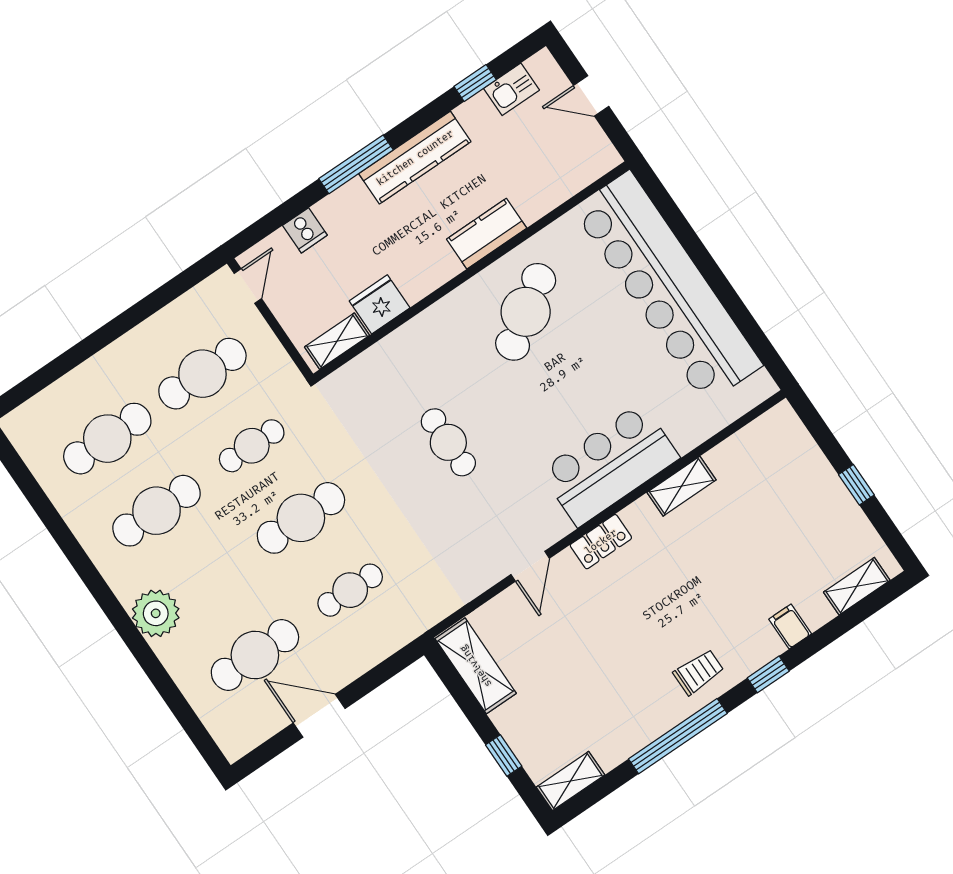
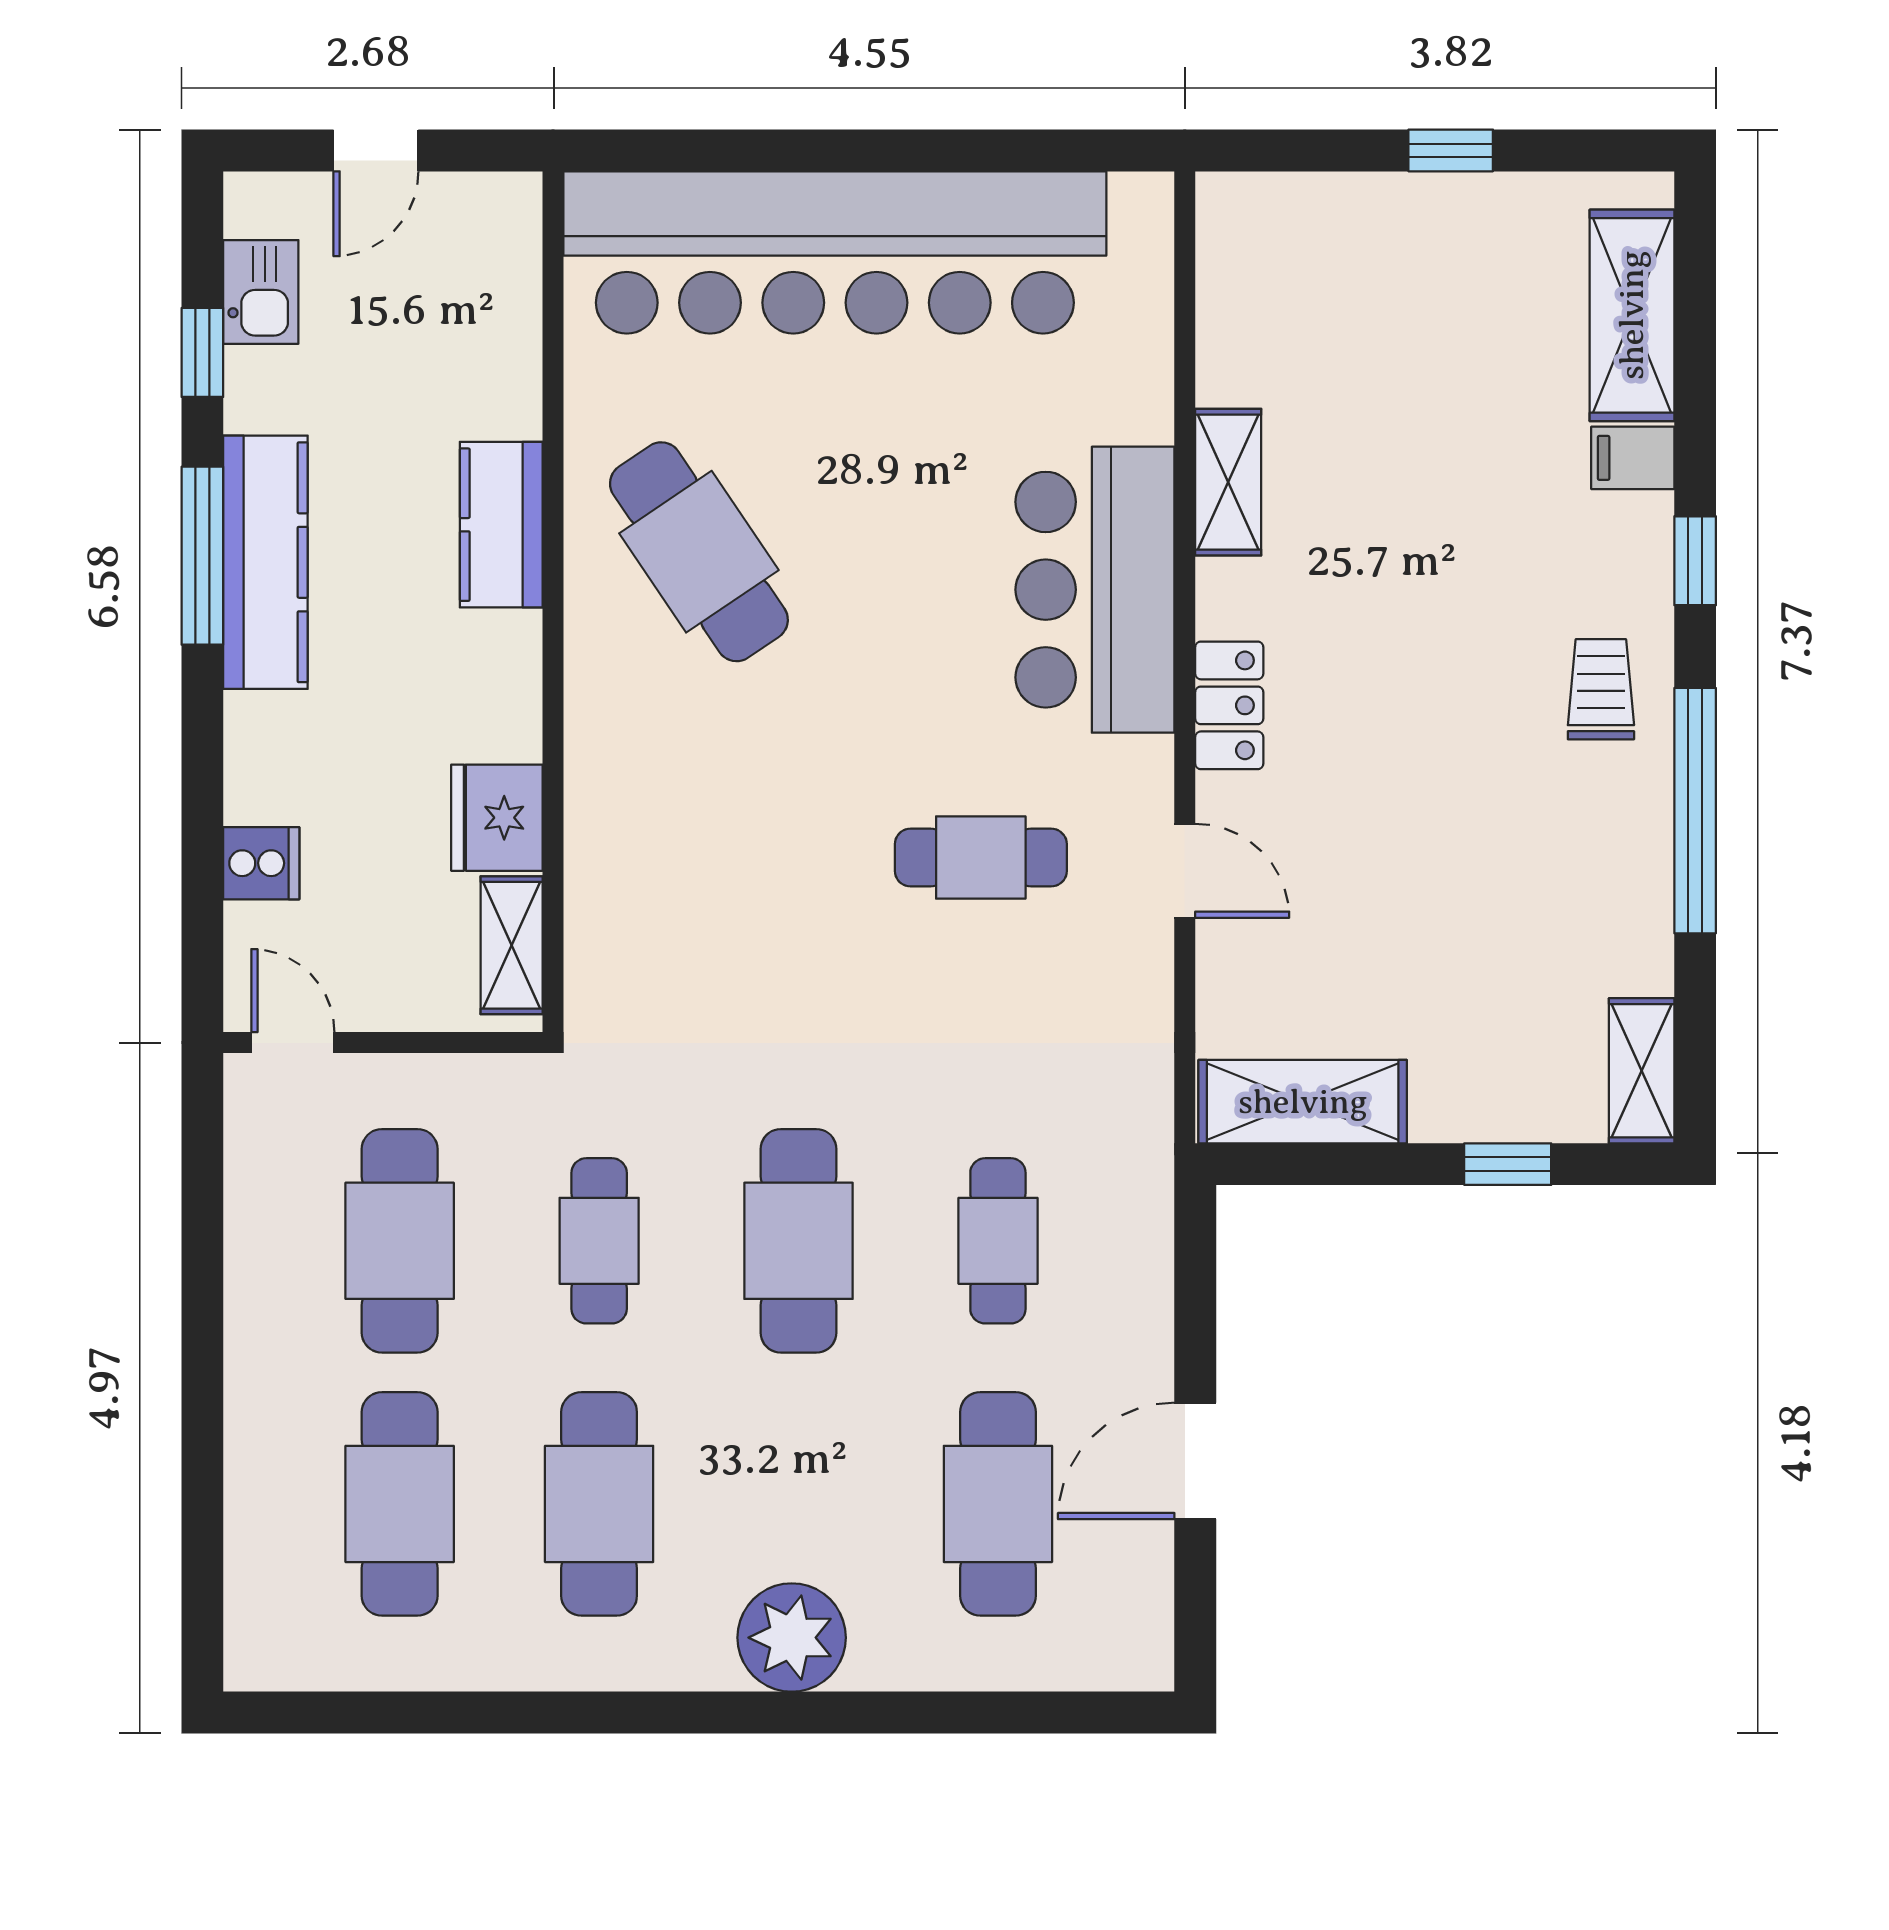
window: (356, 164) -> (202, 556), moved
cafe table: (448, 442) -> (981, 858), moved
shelving: (857, 586) -> (1632, 315), width x1.50, depth x1.33

